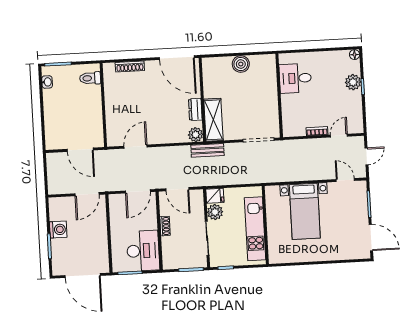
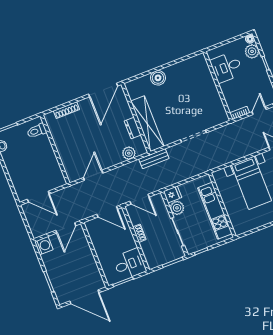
door: (177, 58) -> (103, 90), hinge flipped
desk: (295, 78) -> (227, 67), moved
plant: (353, 82) -> (252, 51), moved
wall: (279, 95) -> (218, 86), moved
shelving: (213, 120) -> (147, 124), width x1.47
plant: (196, 135) -> (129, 153), moved
door: (80, 150) -> (38, 197), moved
door: (138, 191) -> (107, 212), hinge flipped
washing machine: (58, 230) -> (44, 246), moved
desk: (143, 251) -> (130, 264), width x0.73

